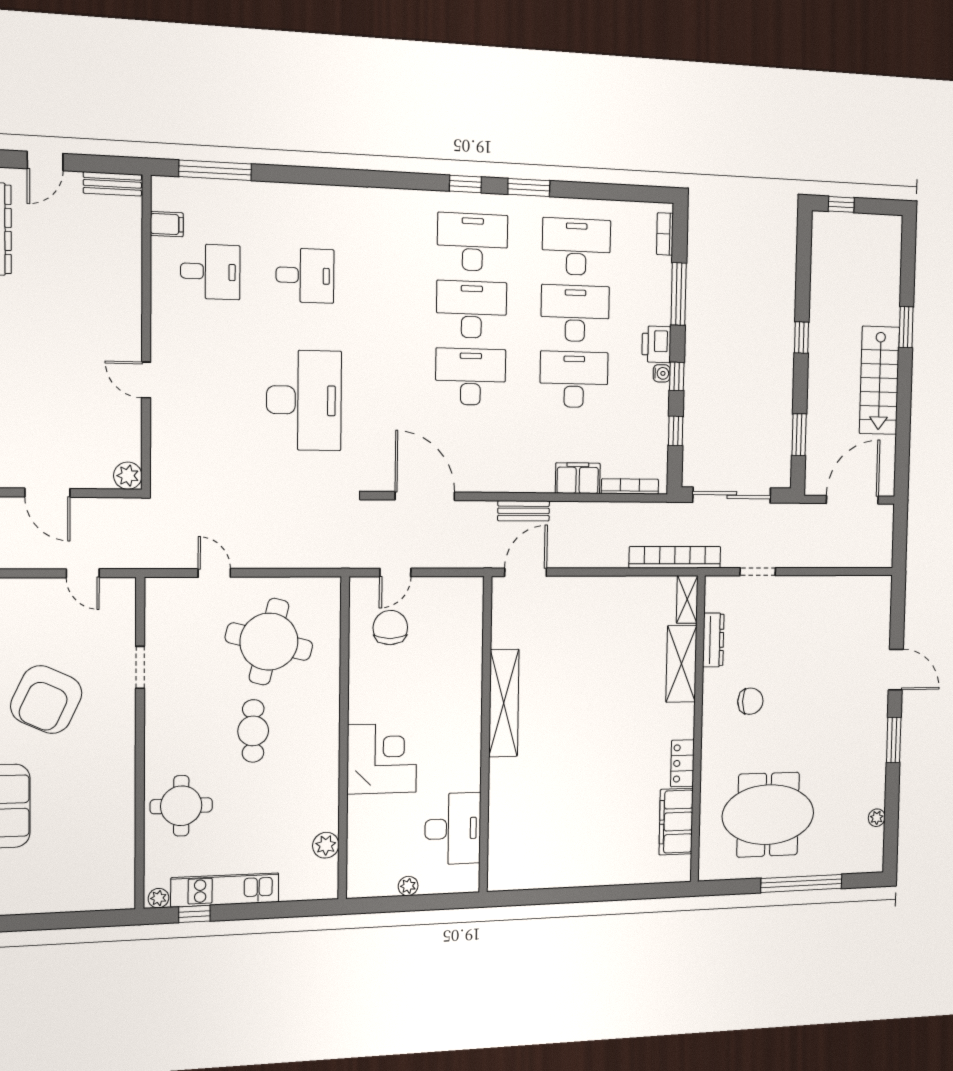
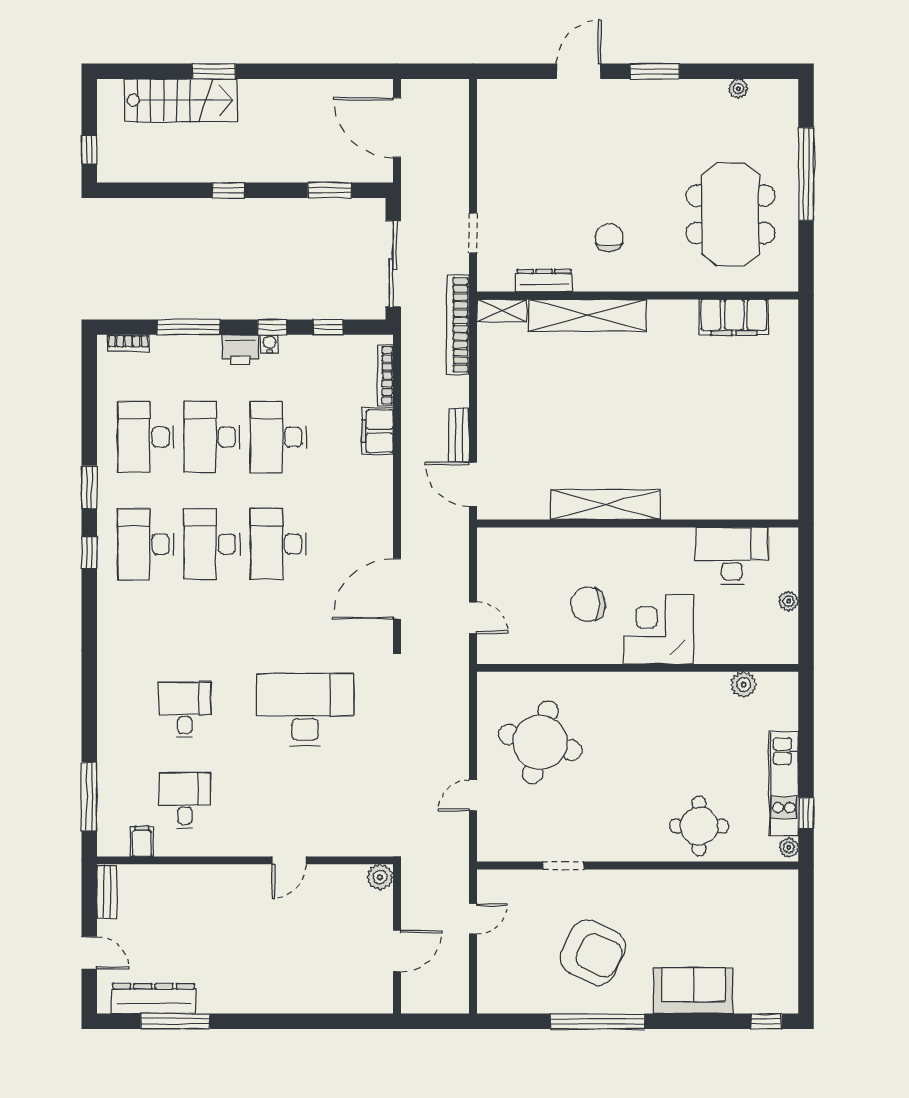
stairs: (880, 380) -> (181, 100), moved
bench: (524, 511) -> (459, 435), moved
chair: (390, 628) -> (588, 604), moved
shelving: (681, 664) -> (587, 315), width x1.47
cafe table: (253, 731) -> (628, 757), removed
locker: (682, 763) -> (673, 312), removed

